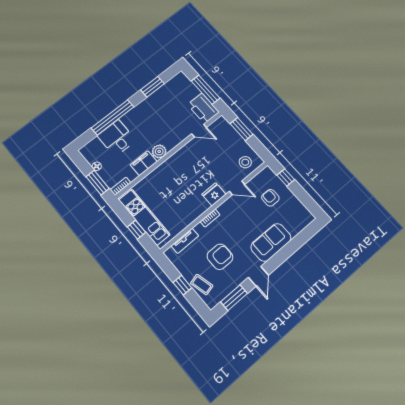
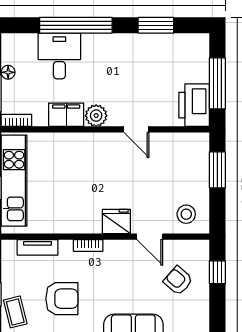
door: (199, 131) -> (136, 129), moved
armchair: (270, 198) -> (178, 281), turned -49

